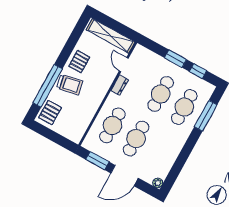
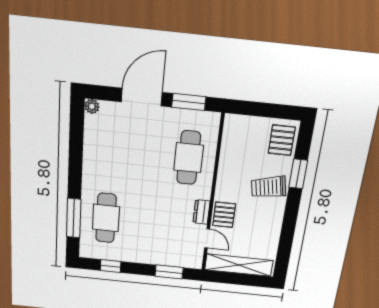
window: (175, 59) -> (169, 272), moved
pallet: (79, 62) -> (224, 215), moved
window: (48, 86) -> (298, 174), width x0.47
cafe table: (161, 94) -> (144, 222), removed
cafe table: (136, 139) -> (149, 154), removed

